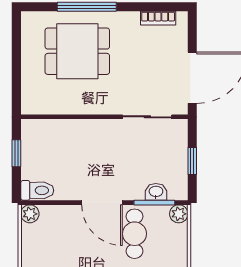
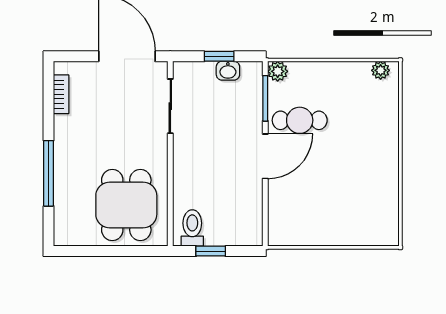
dining table: (77, 51) -> (126, 205), moved
toilet: (37, 190) -> (192, 228), moved
washbasin: (156, 192) -> (228, 71), moved, turned -90
plant: (30, 214) -> (278, 236), removed

